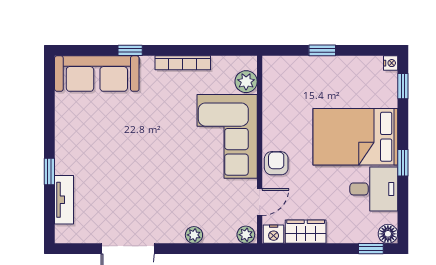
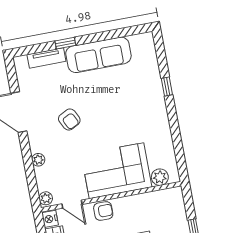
bookcase: (183, 63) -> (165, 127), removed
sofa: (97, 74) -> (98, 55), moved, turned -90
armchair: (149, 185) -> (69, 120), added

